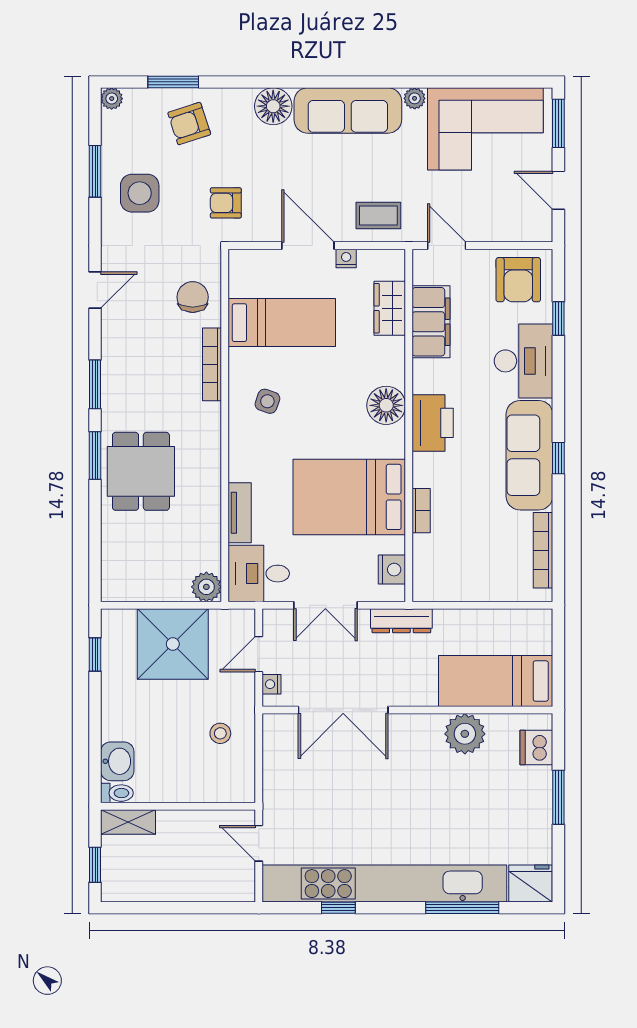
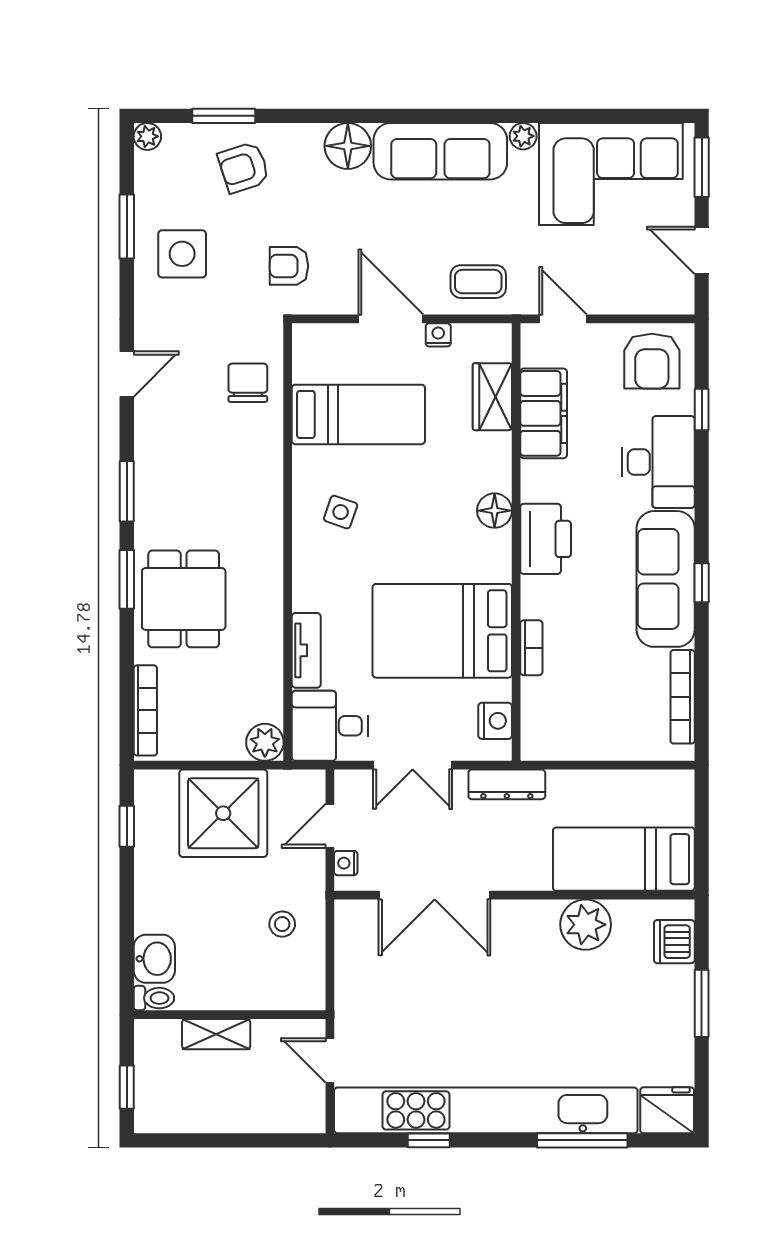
bookcase: (212, 364) -> (145, 710), moved, turned 180
floor lamp: (386, 405) -> (495, 511), width x0.73, depth x0.73
shelving: (128, 822) -> (216, 1034), moved

